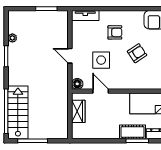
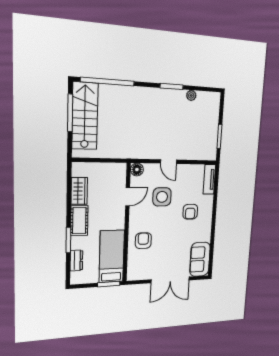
armchair: (137, 53) -> (143, 241), moved, turned -146
door: (70, 56) -> (169, 162), swing flipped
wardrobe: (78, 111) -> (79, 191), moved, turned -90
stairs: (18, 112) -> (85, 116), moved, turned -90
cot: (132, 132) -> (79, 221), moved

